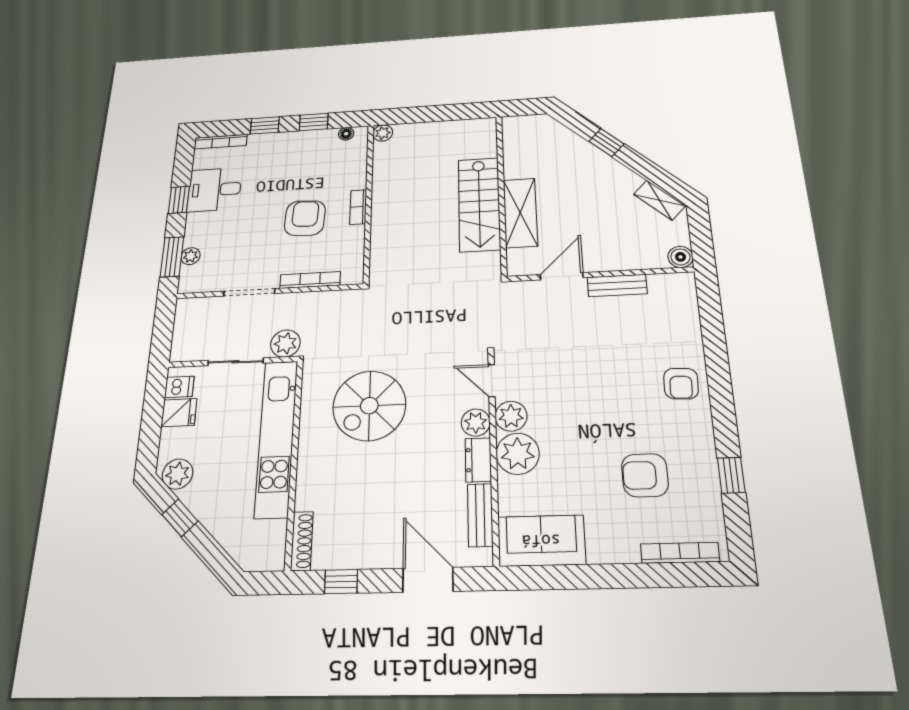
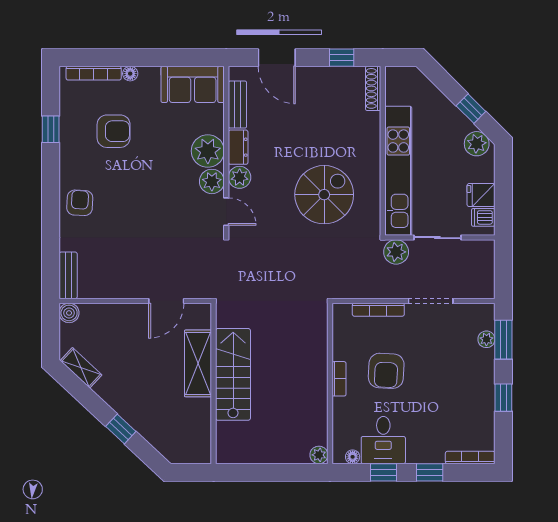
desk: (214, 190) -> (383, 440), moved, turned 90
bench: (617, 285) -> (68, 275), moved, turned 90
floor lamp: (629, 553) -> (130, 74), added

